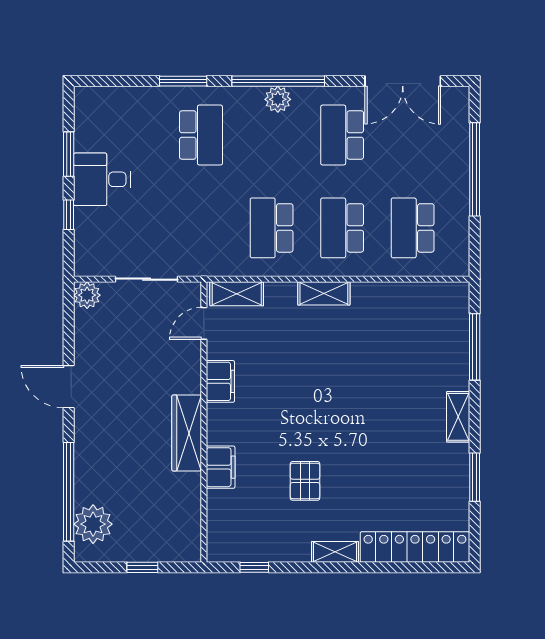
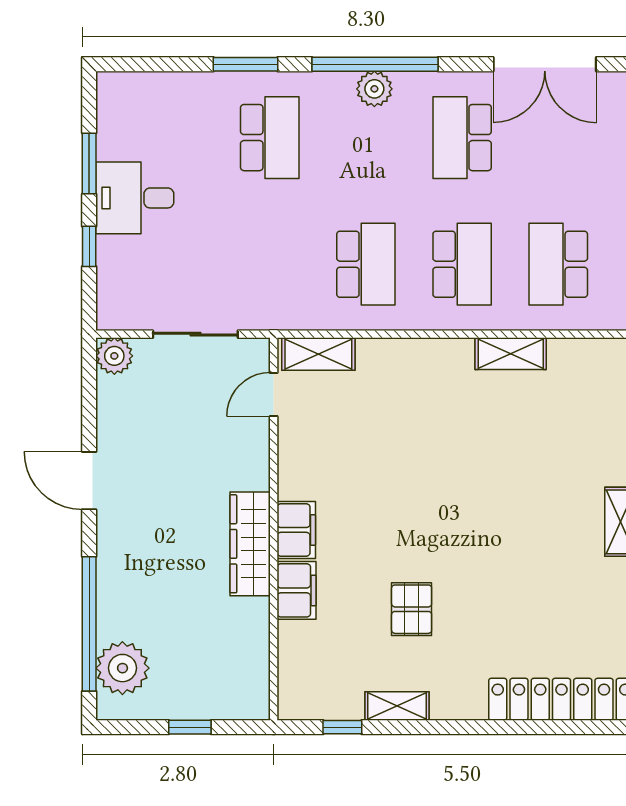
school desk: (272, 228) -> (366, 264), turned 180
school desk: (342, 228) -> (462, 264), turned 180
shelving: (324, 293) -> (511, 354), moved
filing cabinet: (220, 381) -> (296, 530), moved
shelving: (335, 552) -> (397, 706), moved

